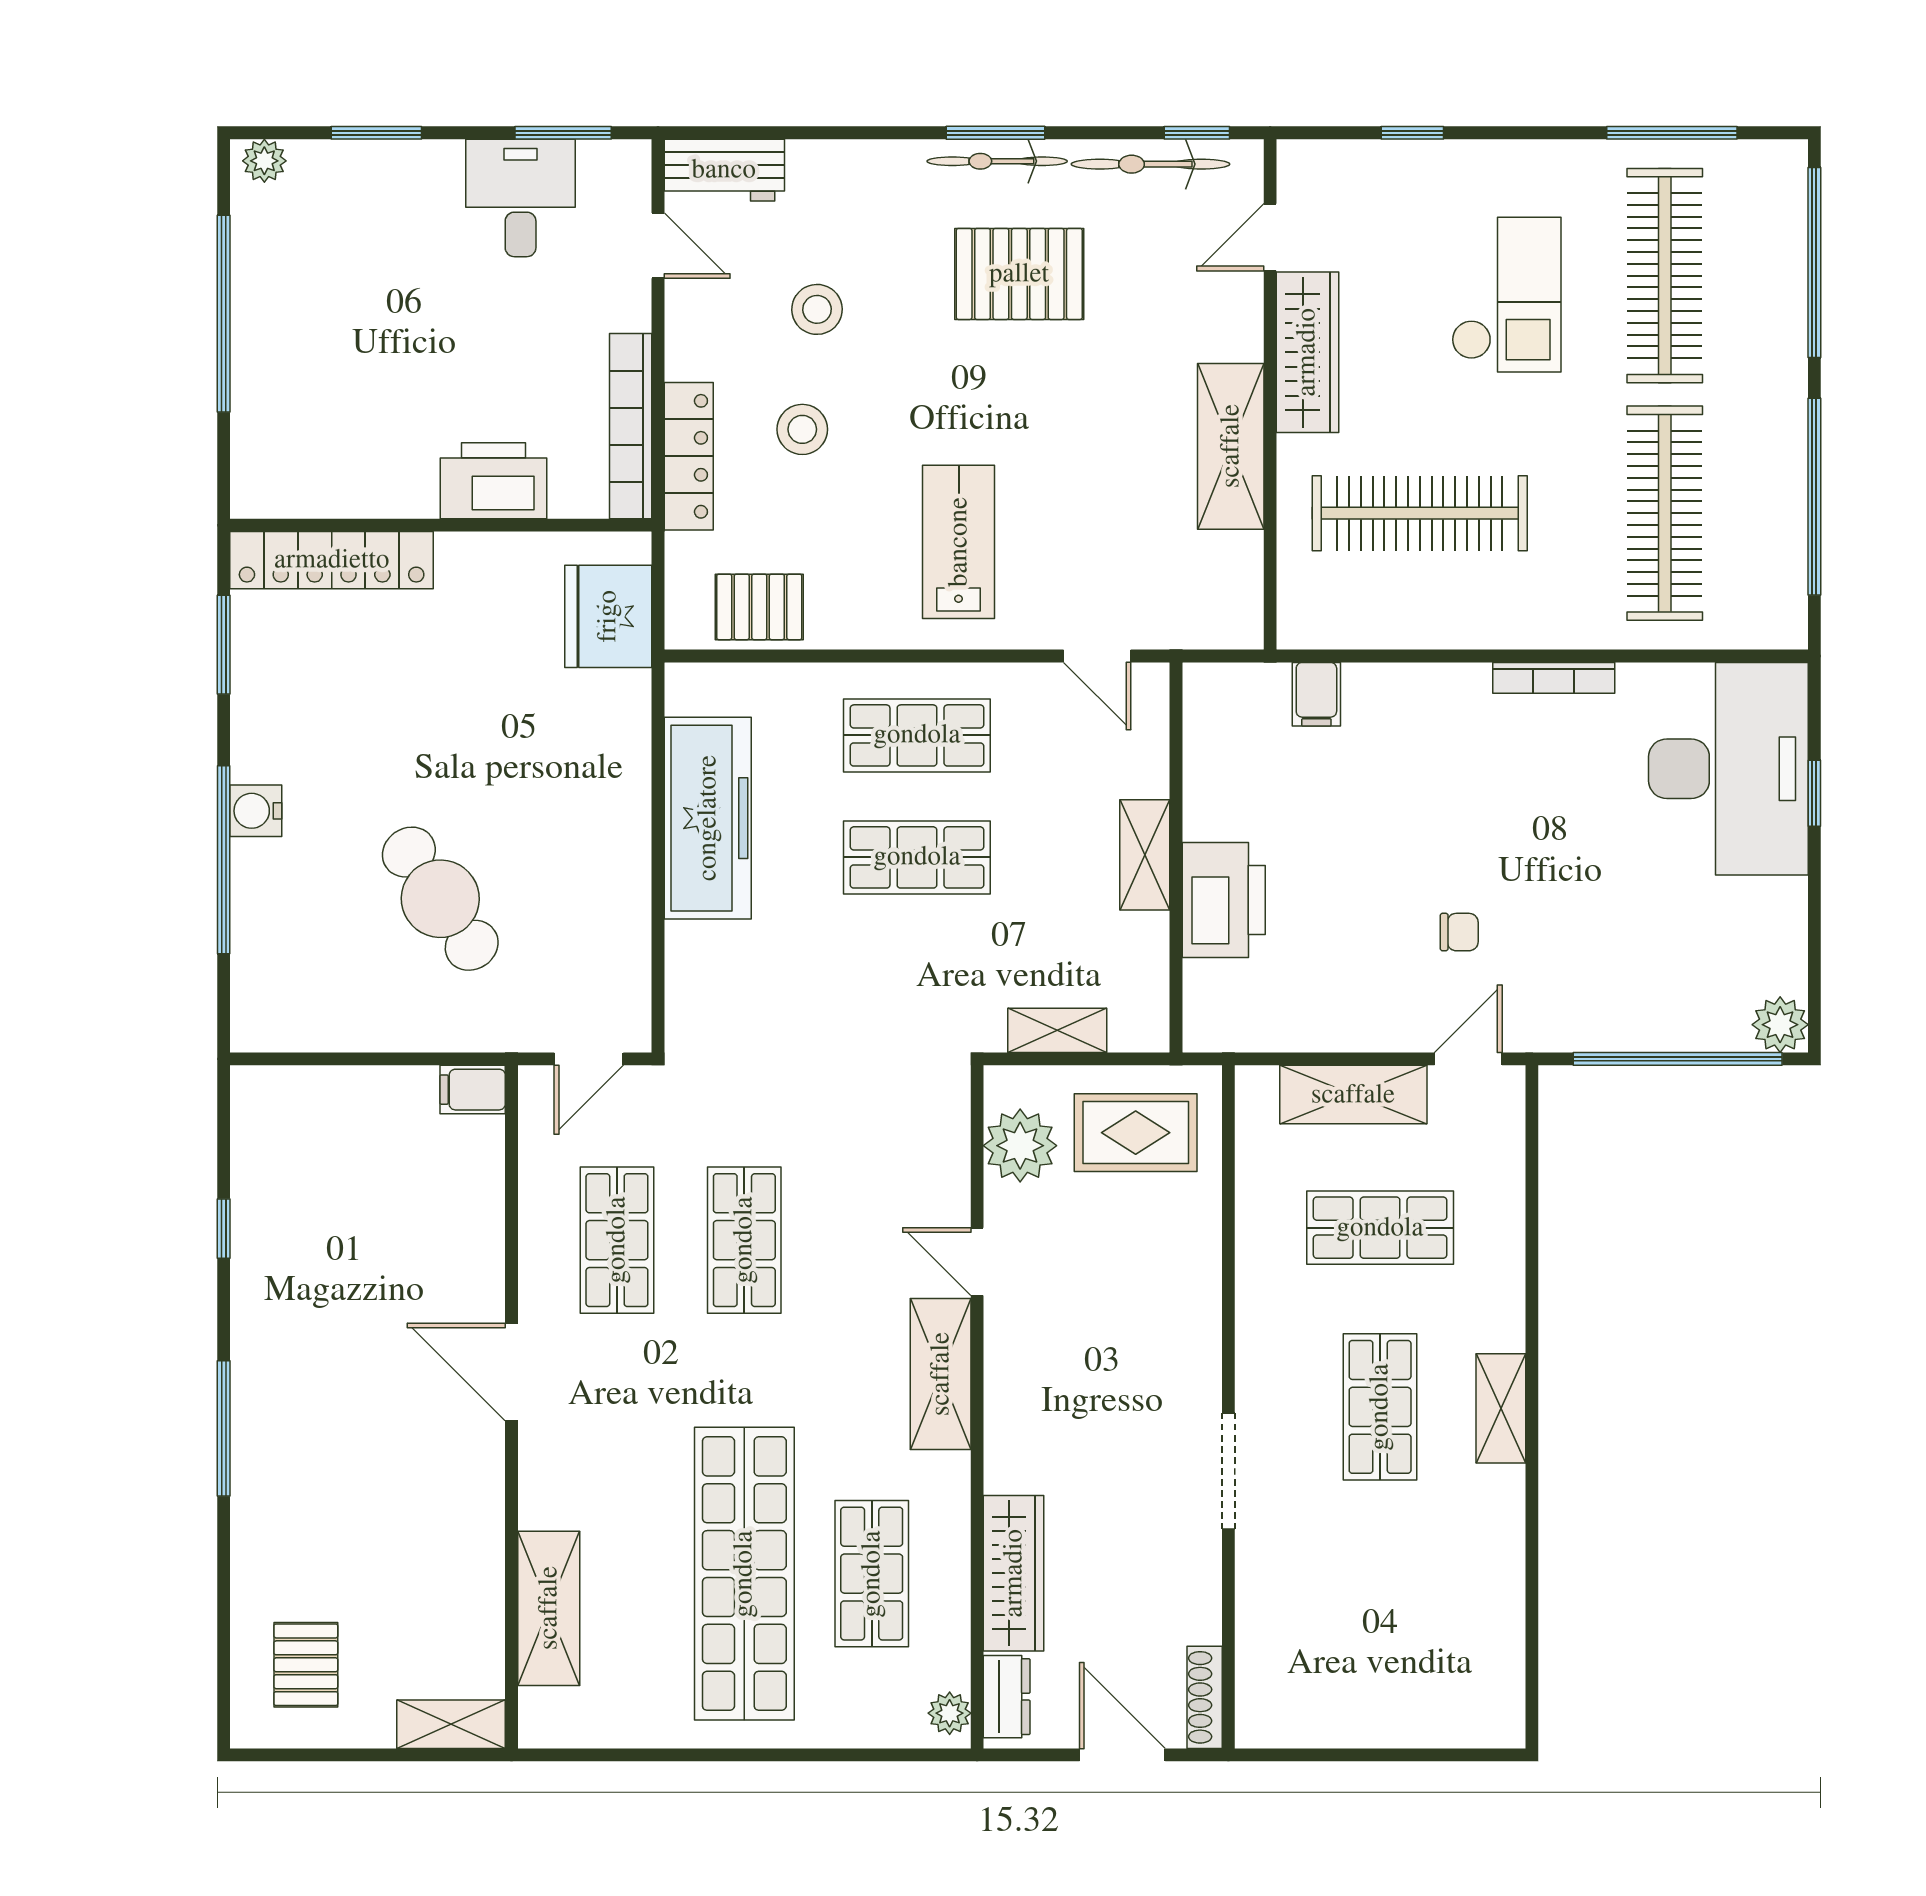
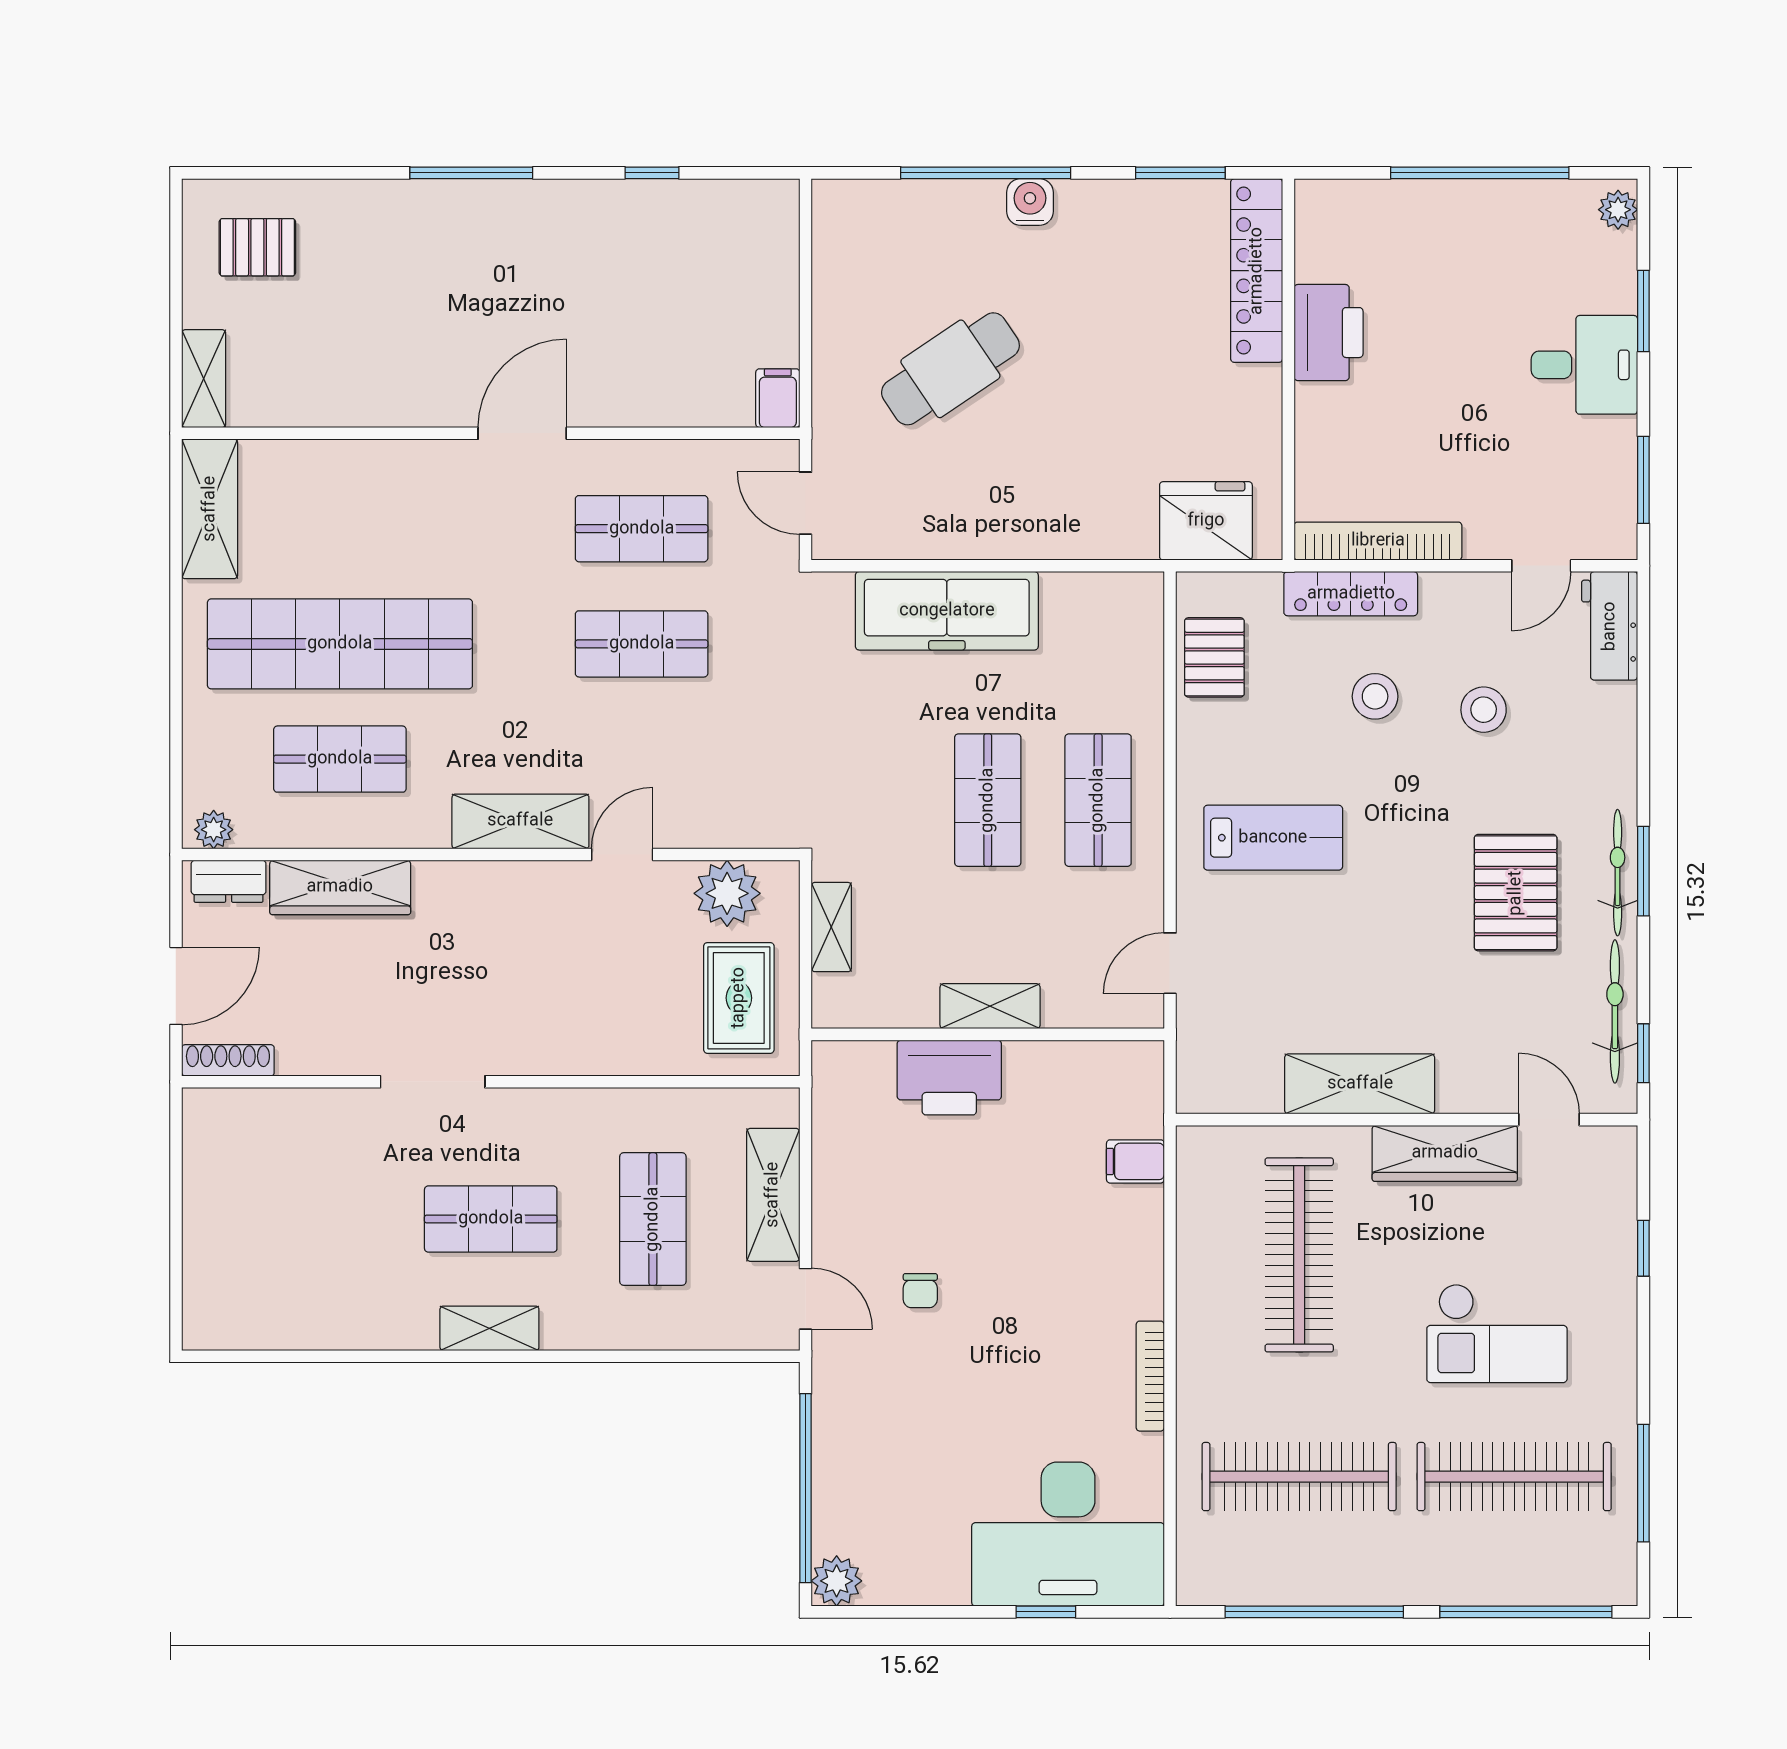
desk: (521, 198) -> (1584, 365), moved
printer: (494, 481) -> (1329, 333), moved
freezer: (708, 818) -> (947, 611), moved
shelving: (549, 1608) -> (210, 509), moved, turned 90

